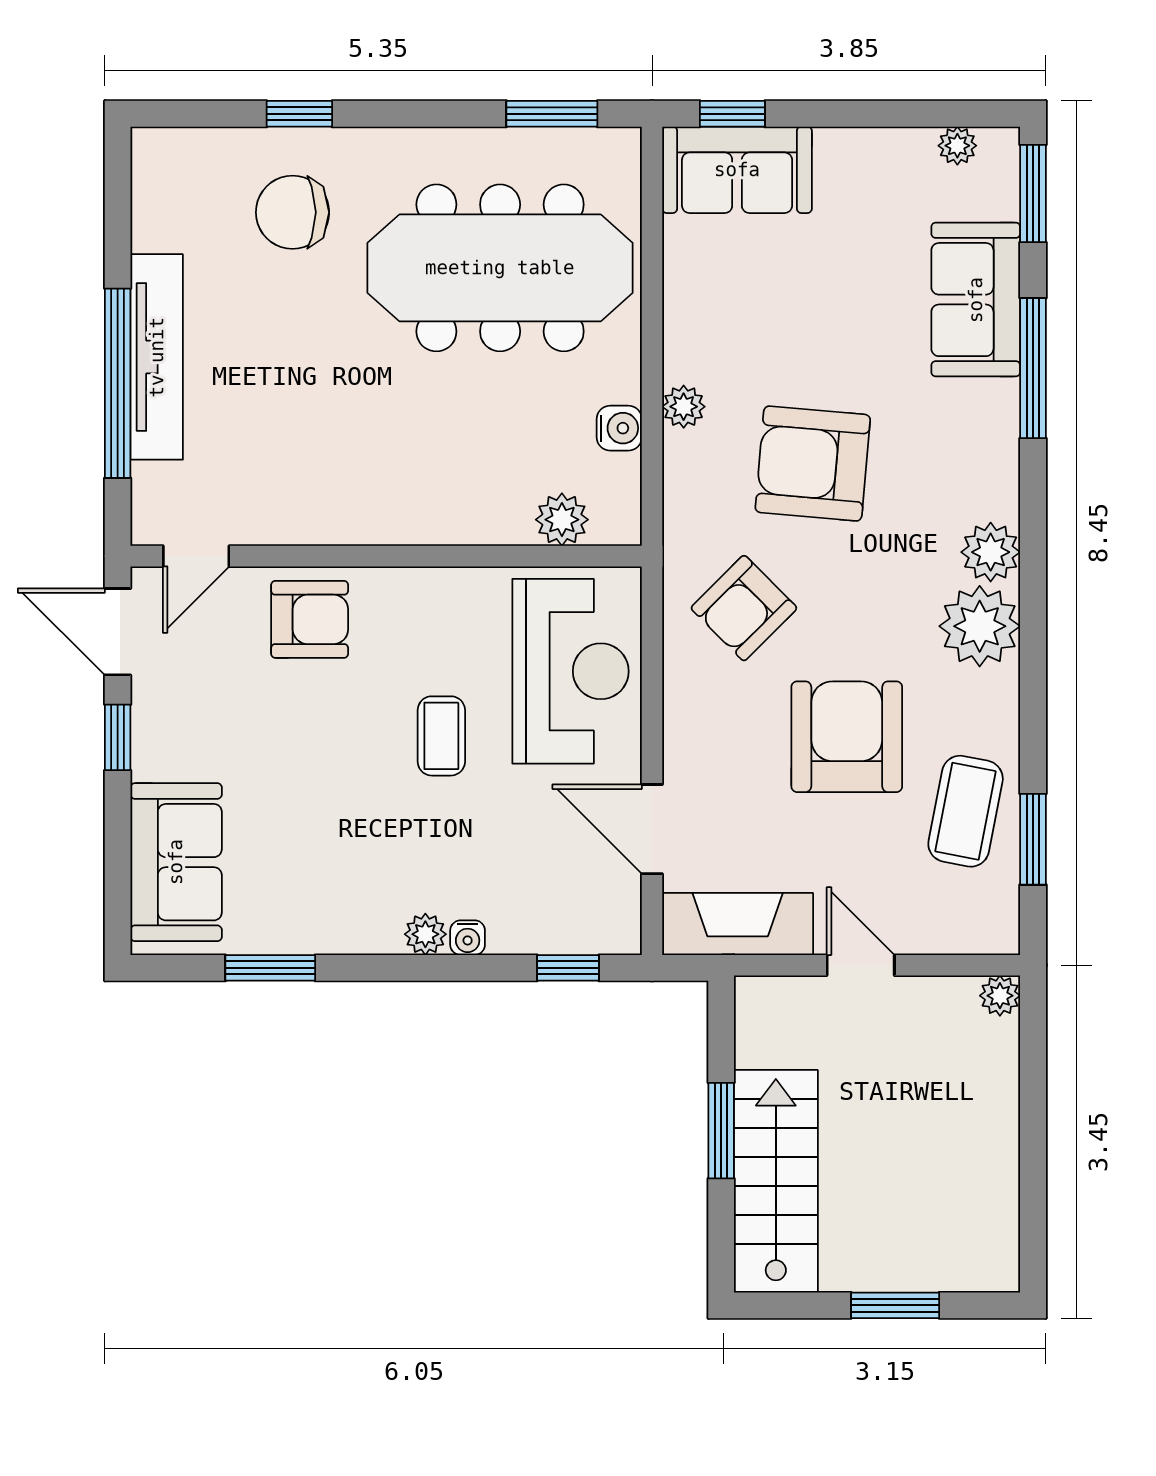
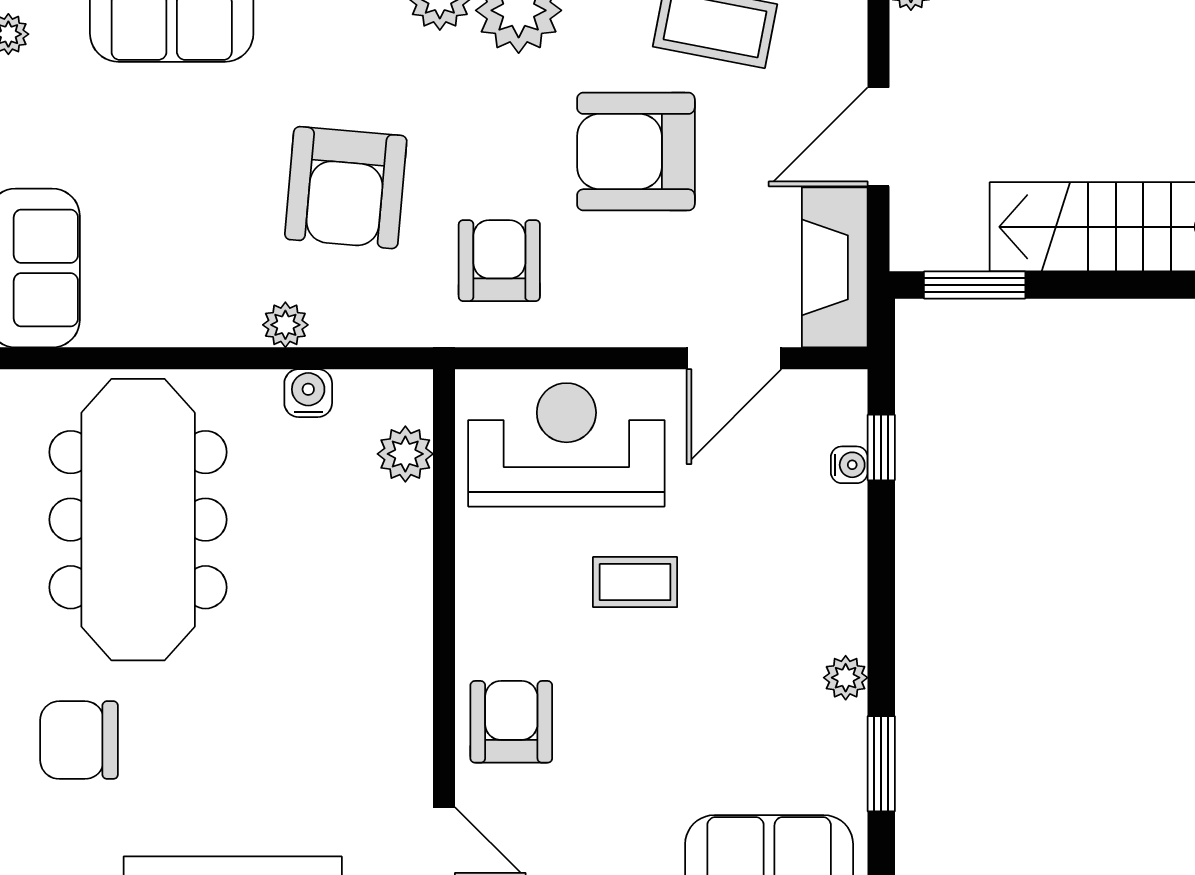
chair: (293, 212) -> (79, 740), turned 90
armchair: (744, 608) -> (499, 261), turned -135
plant: (425, 934) -> (846, 678), moved
water cooler: (468, 938) -> (849, 465), moved
door: (861, 965) -> (879, 137), width x1.38
window: (721, 1131) -> (975, 285), moved

